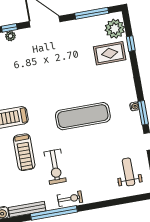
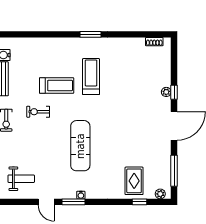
plant: (115, 29) -> (160, 194), width x0.53, depth x0.53
treadmill: (24, 152) -> (57, 85), turned 180
exercise bike: (55, 167) -> (38, 112), width x0.73, depth x0.72

